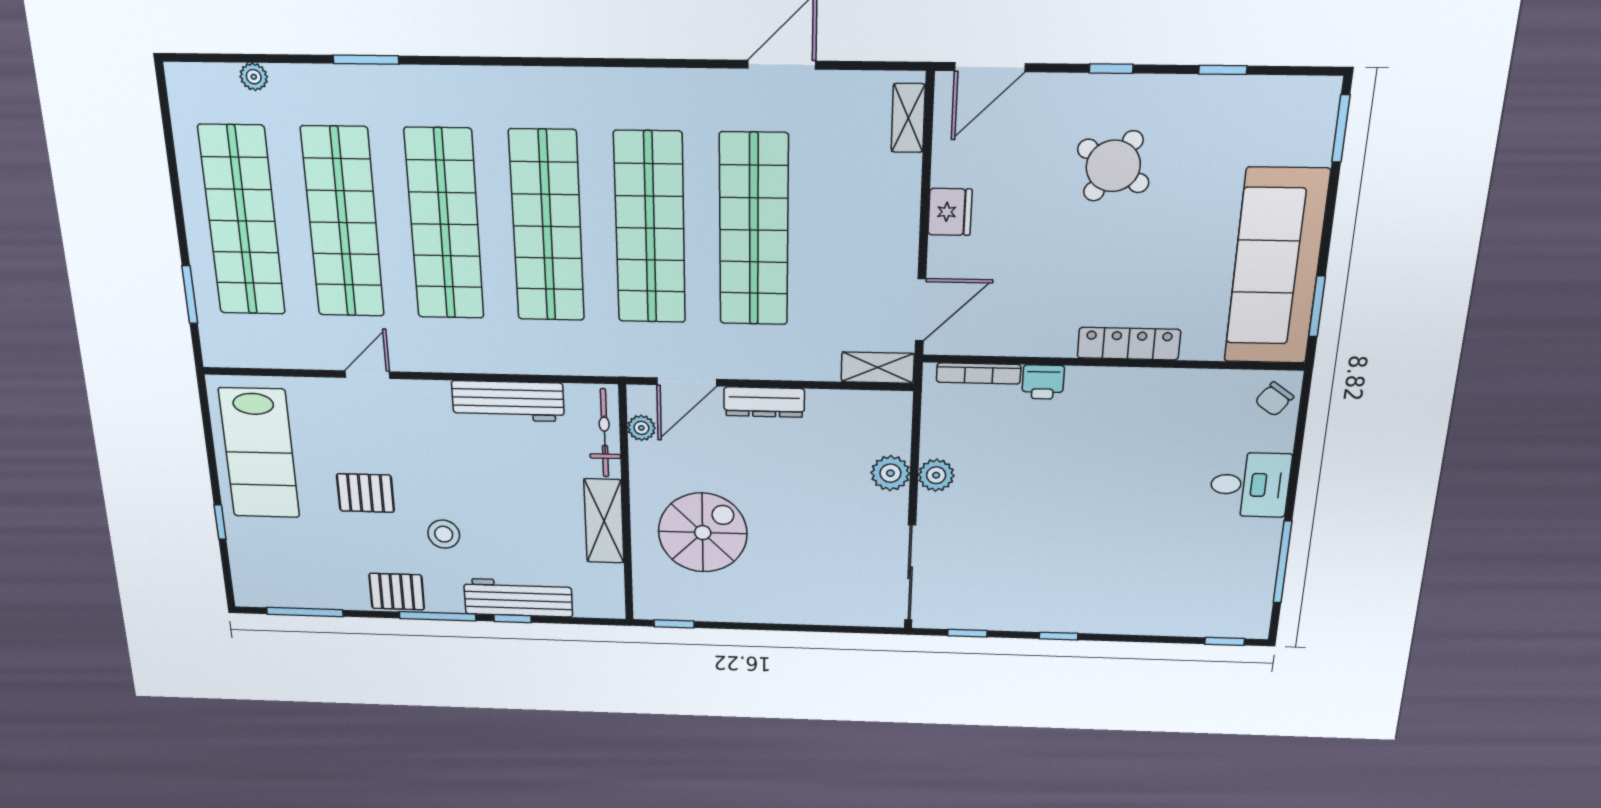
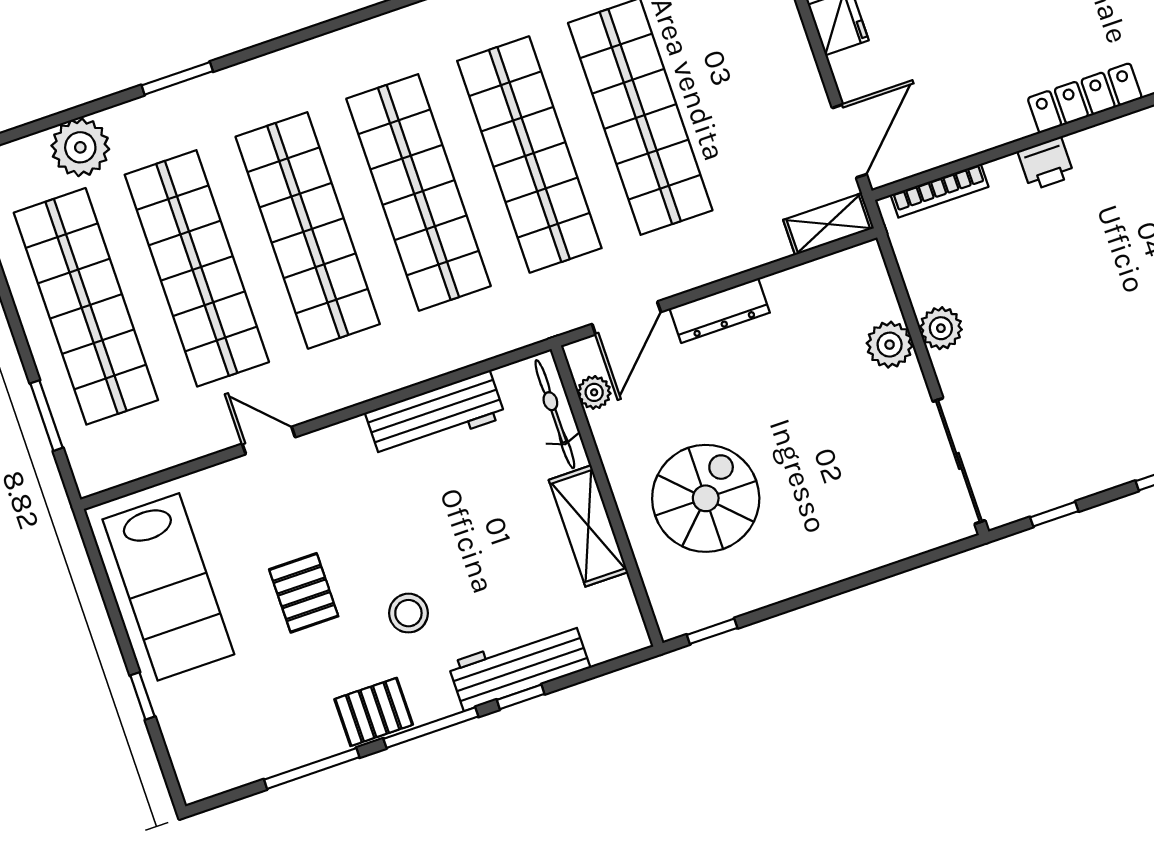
plant: (254, 77) -> (80, 147), width x1.87, depth x1.87
door: (368, 375) -> (269, 440), hinge flipped
printer: (1043, 382) -> (1046, 164), moved
pallet: (365, 493) -> (304, 593), turned 90
window: (305, 612) -> (312, 768), moved

